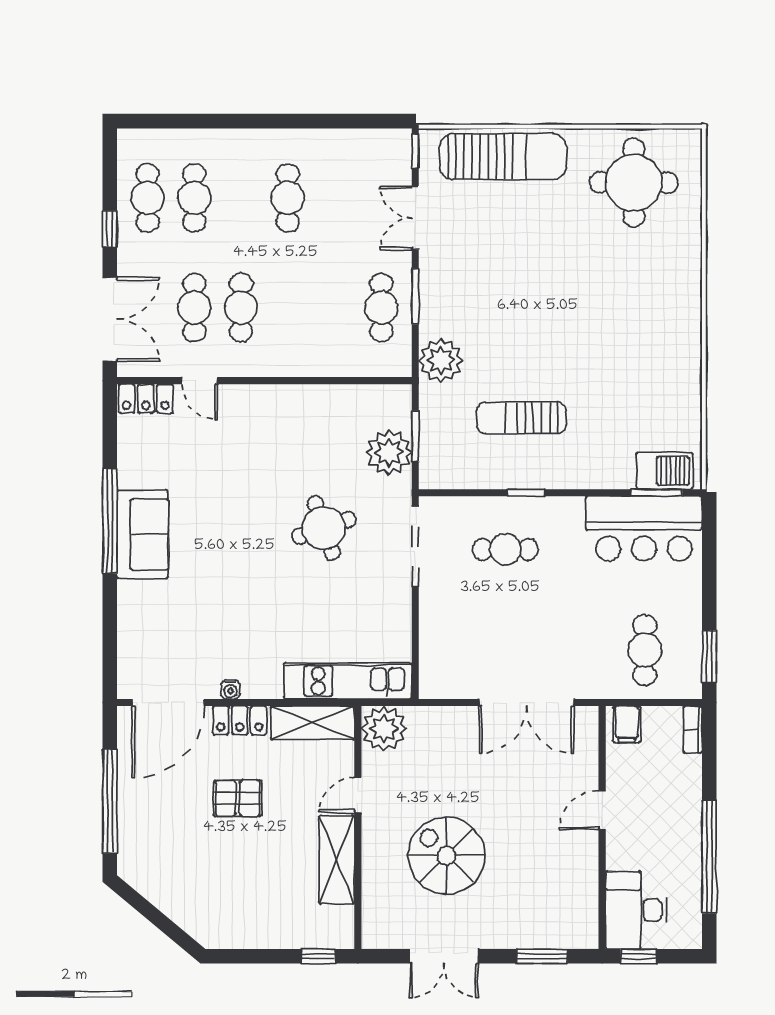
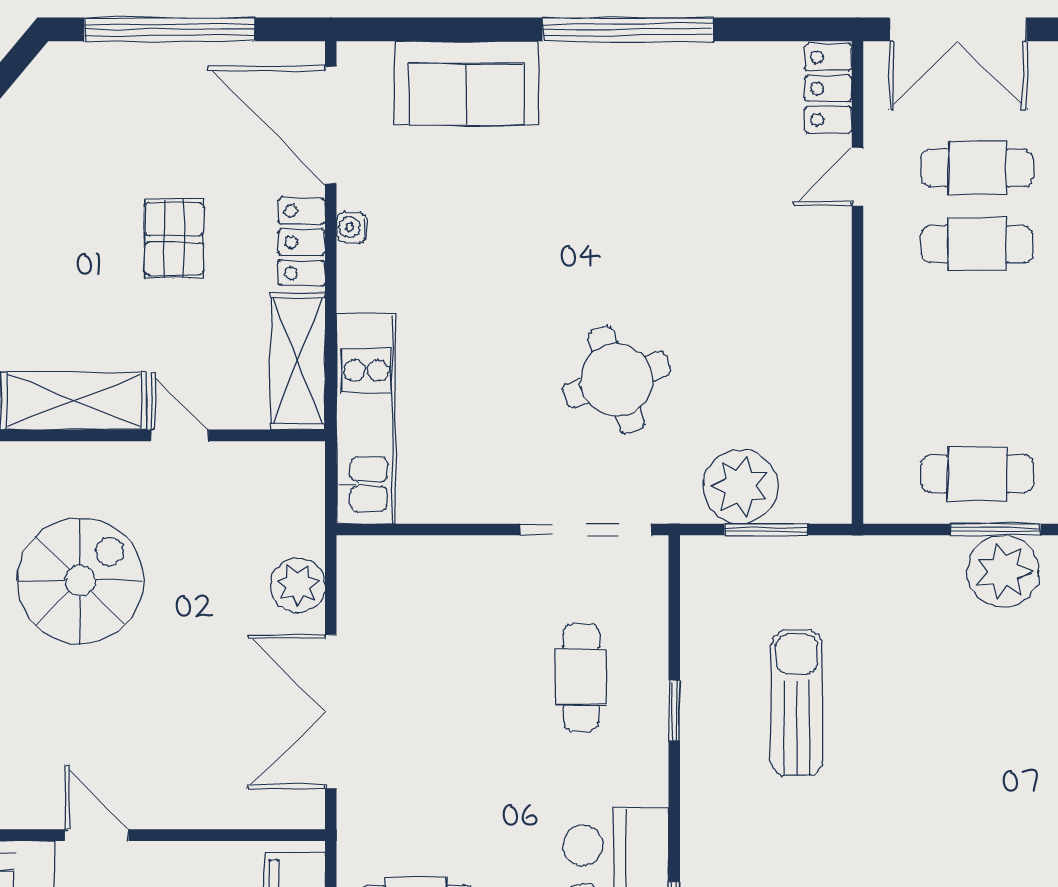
plant: (441, 360) -> (1003, 571), moved
sofa: (143, 534) -> (467, 83), moved
plant: (384, 729) -> (298, 585), moved, width x0.73, depth x0.73
door: (602, 810) -> (97, 835), moved

